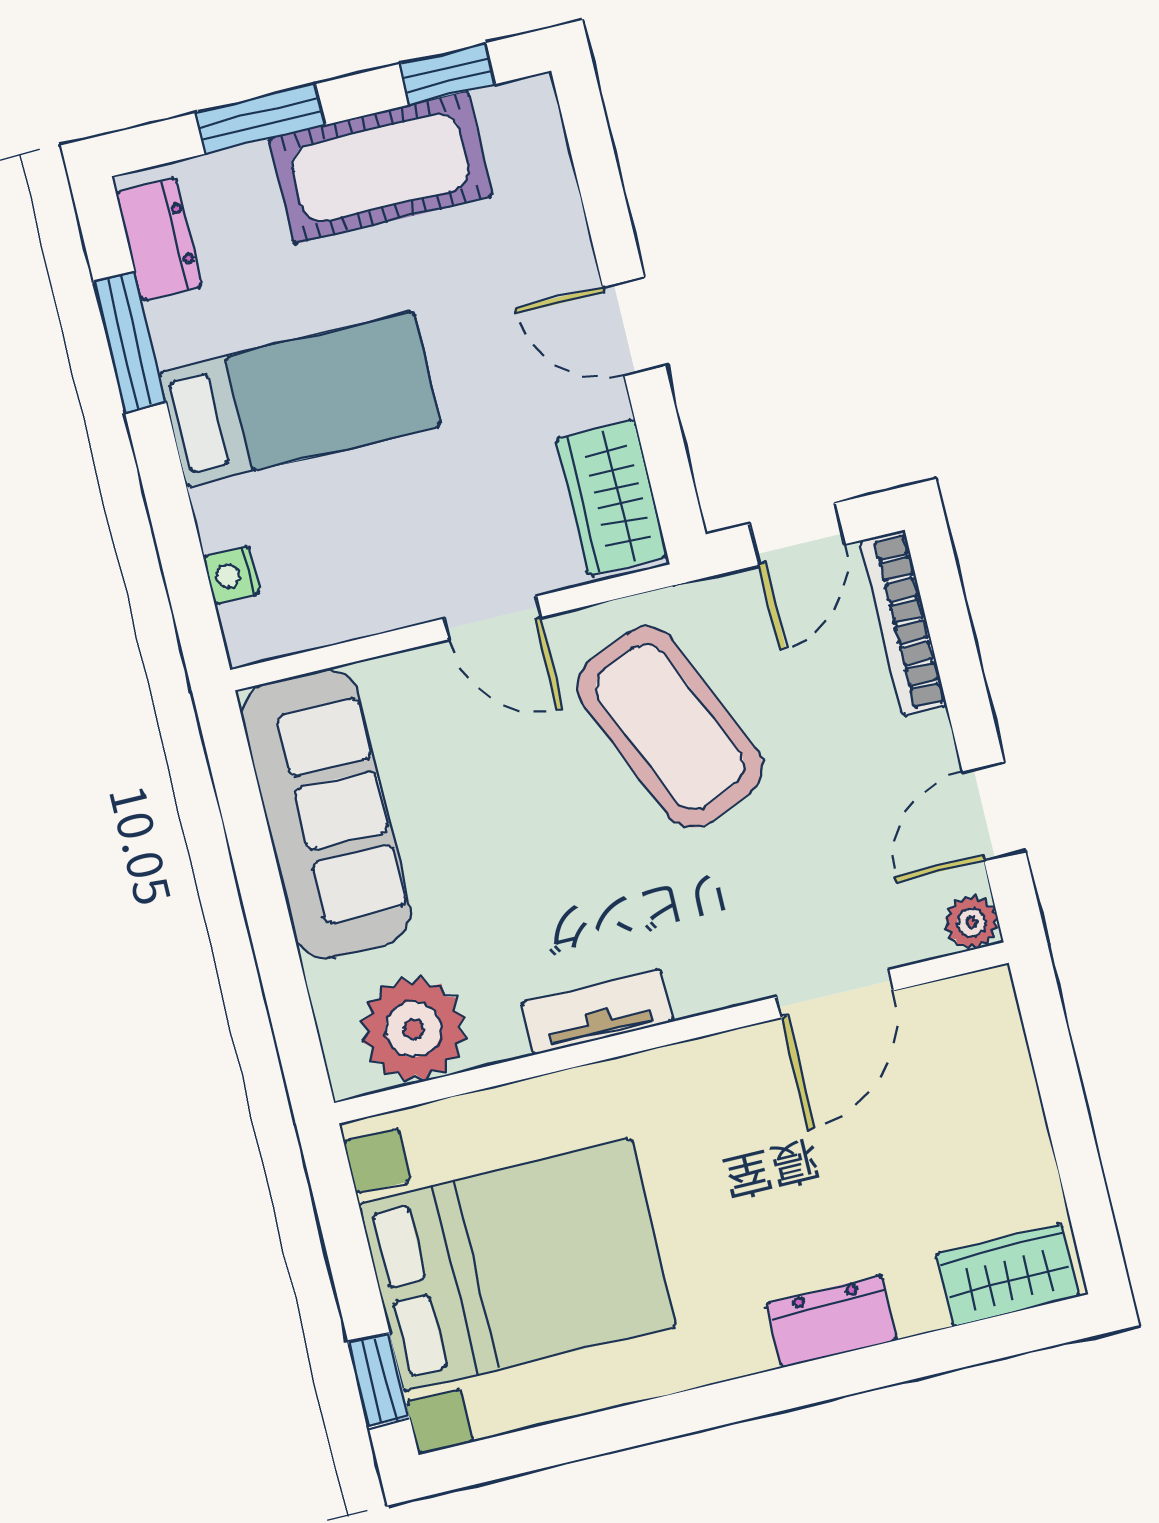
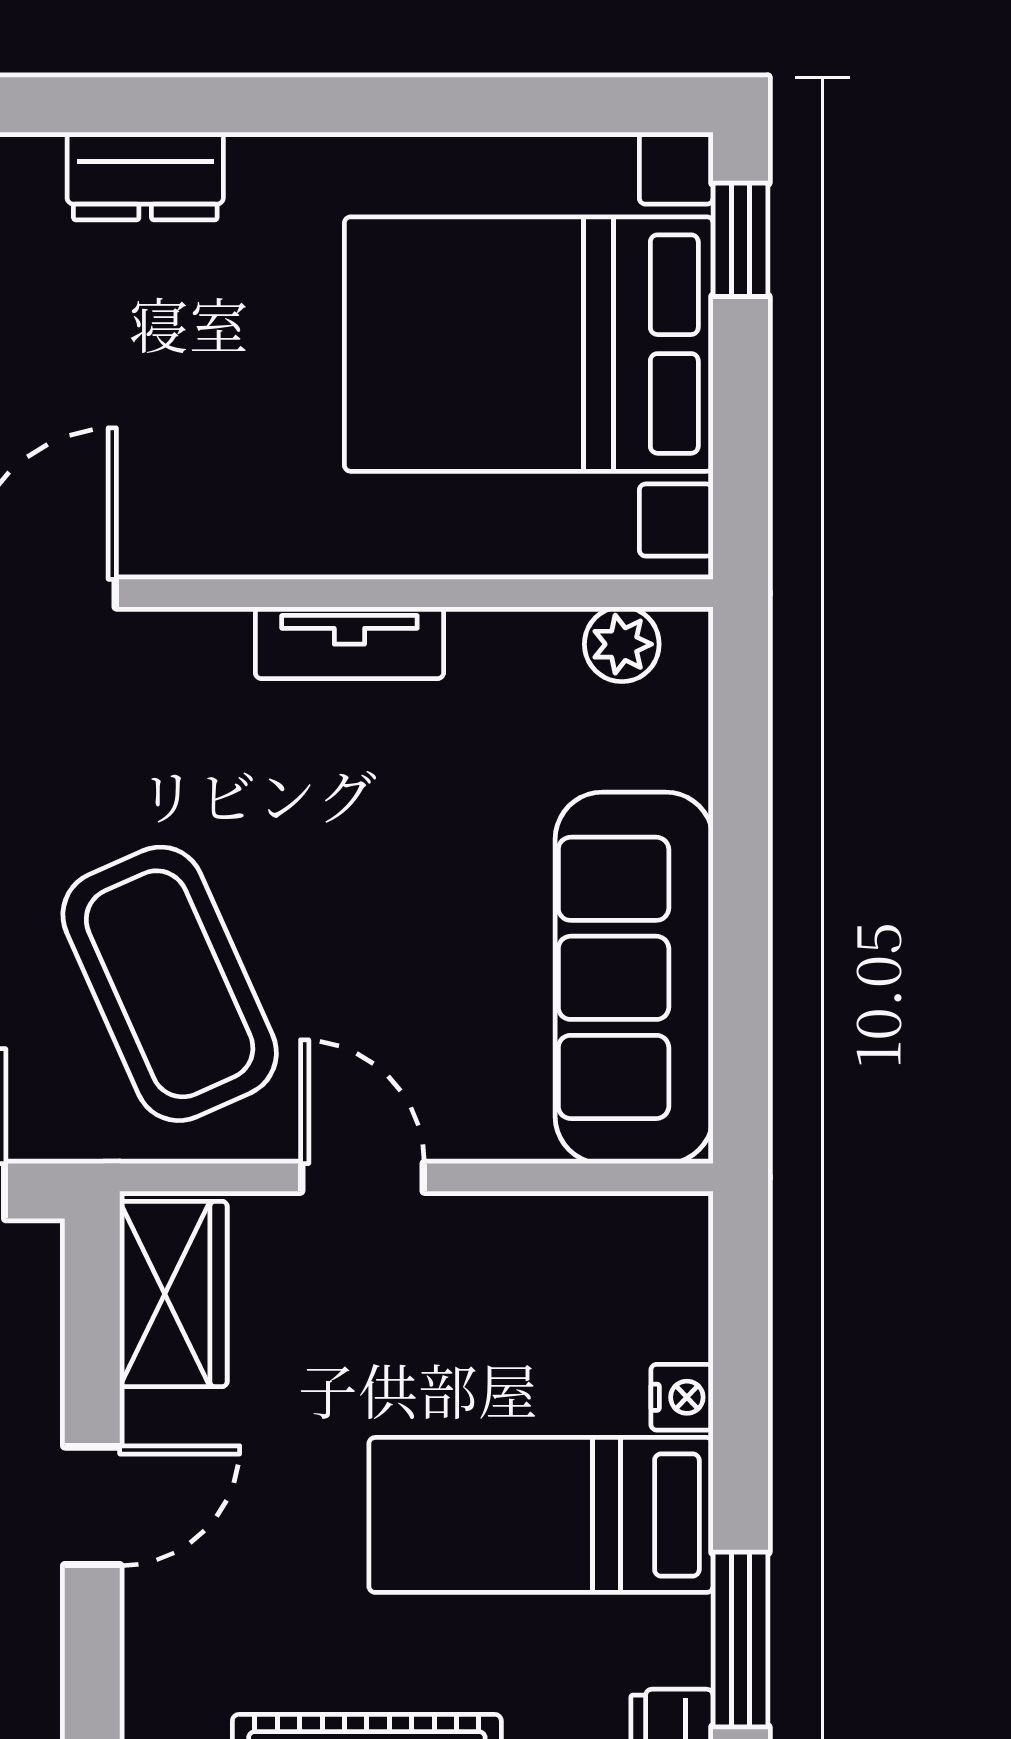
door: (634, 326) -> (92, 1506), hinge flipped
nightstand: (232, 575) -> (682, 1397), moved
plant: (413, 1029) -> (622, 644), width x0.53, depth x0.53

